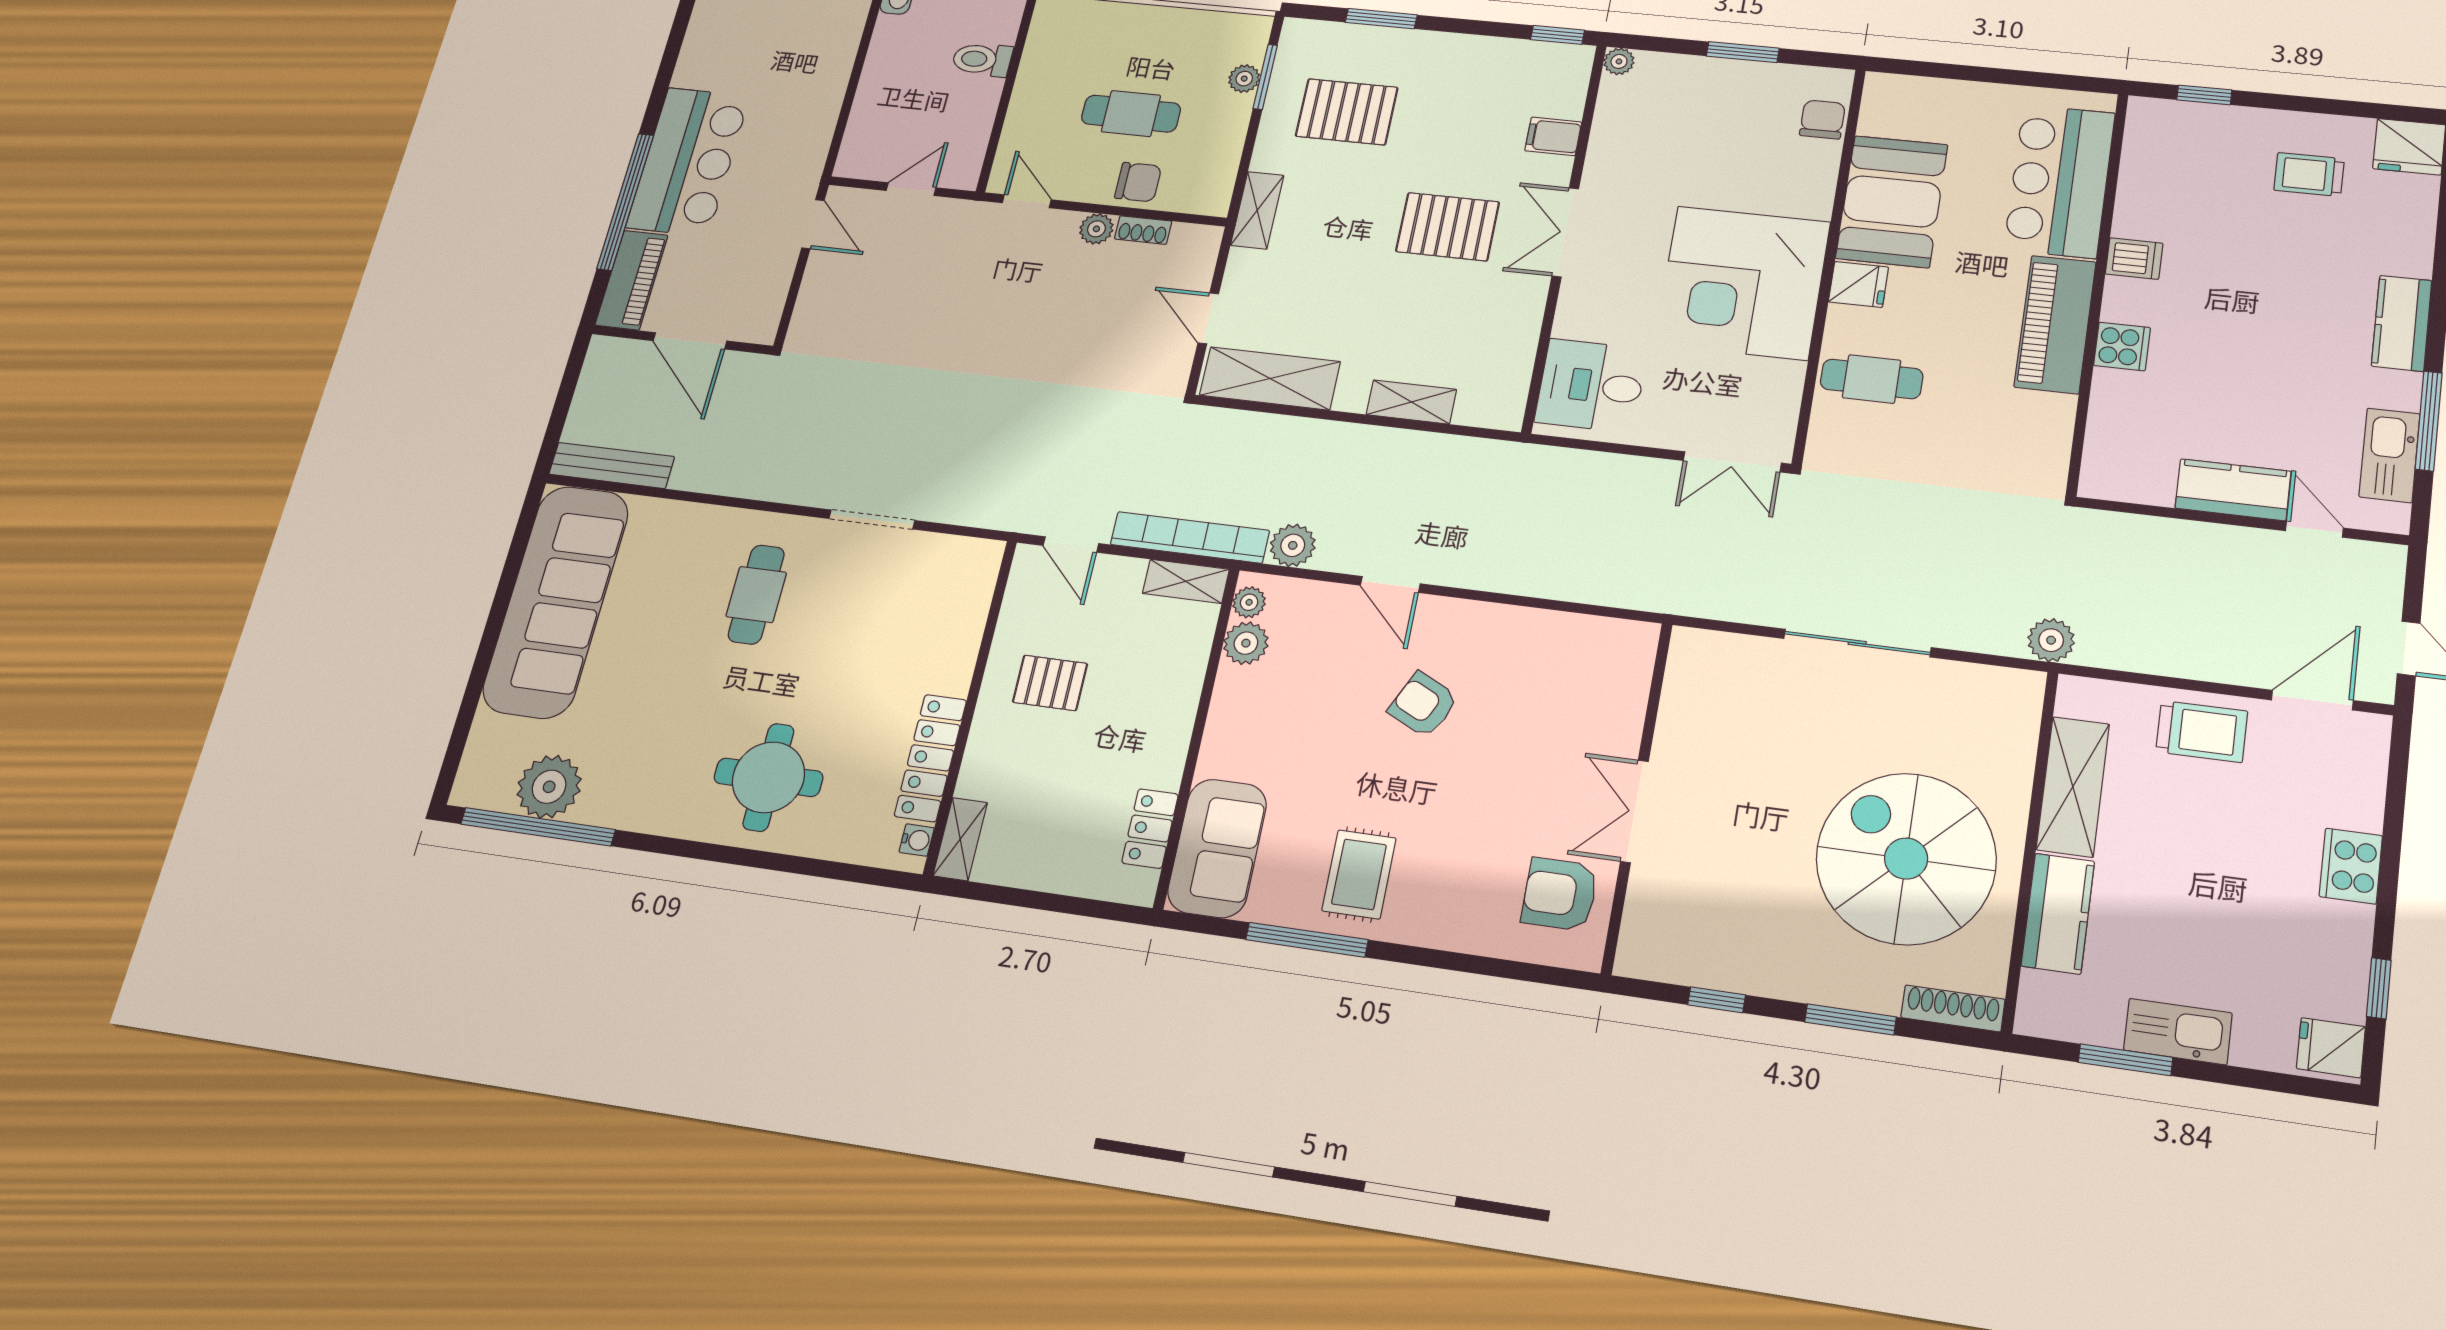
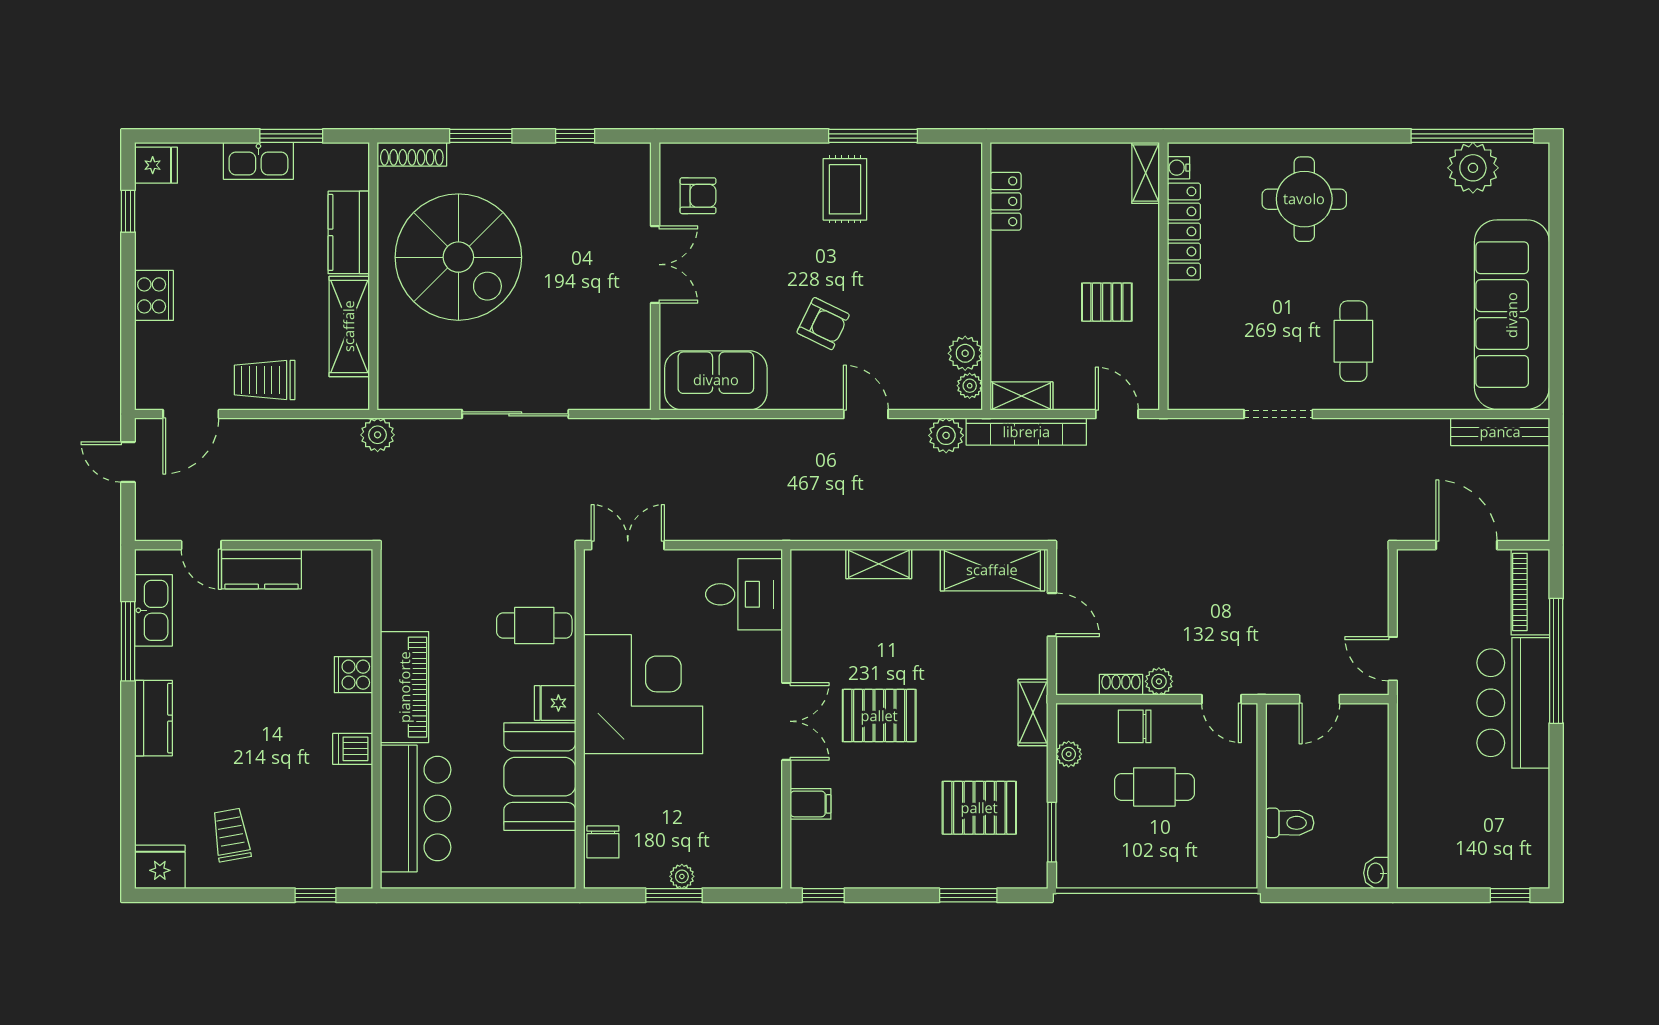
plant: (1619, 61) -> (682, 876), moved
plant: (1244, 79) -> (1069, 754), moved
trolley: (2309, 175) -> (231, 835), turned -100
sofa: (1217, 848) -> (716, 380), moved, turned 90
armchair: (1560, 894) -> (698, 196), width x0.72, depth x0.72

